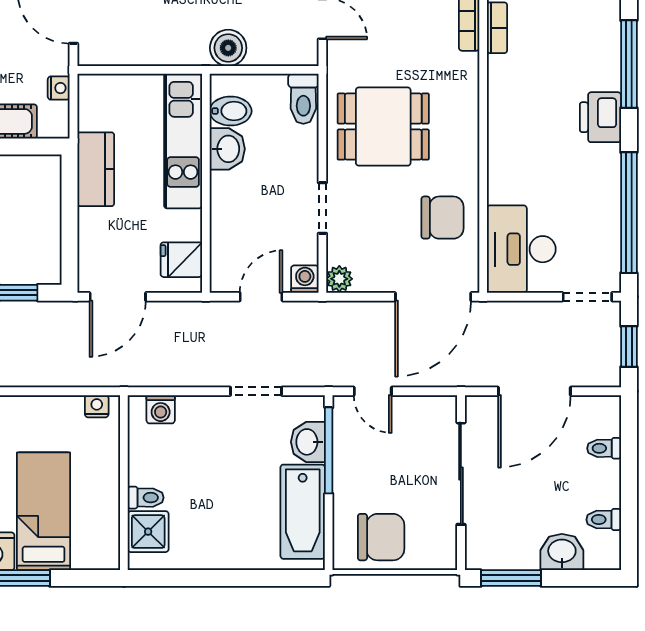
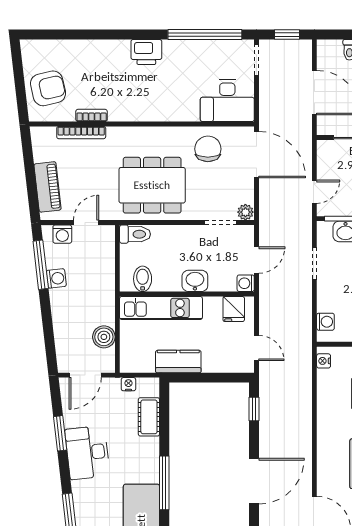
boiler: (228, 48) -> (104, 337), moved
window: (629, 64) -> (114, 35), removed
dining table: (383, 127) -> (152, 185), width x1.37
washbasin: (227, 149) -> (195, 281), moved
doorway: (322, 208) -> (221, 223), moved
washing machine: (305, 279) -> (246, 283), moved
door: (118, 297) -> (256, 348), width x0.73
door: (261, 297) -> (256, 260), swing flipped

